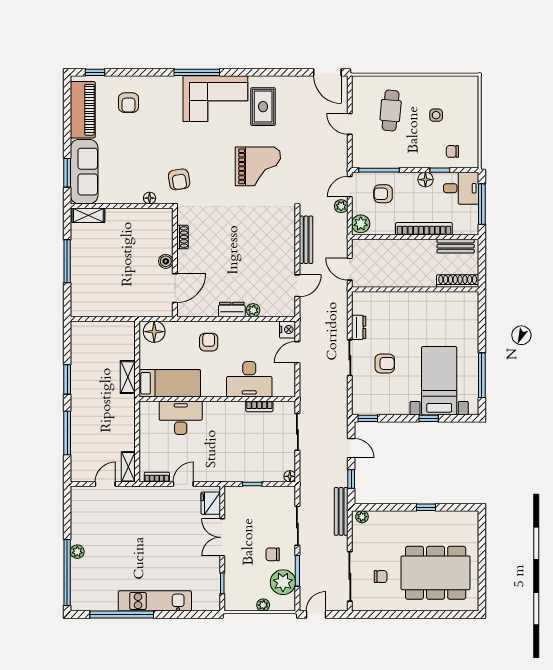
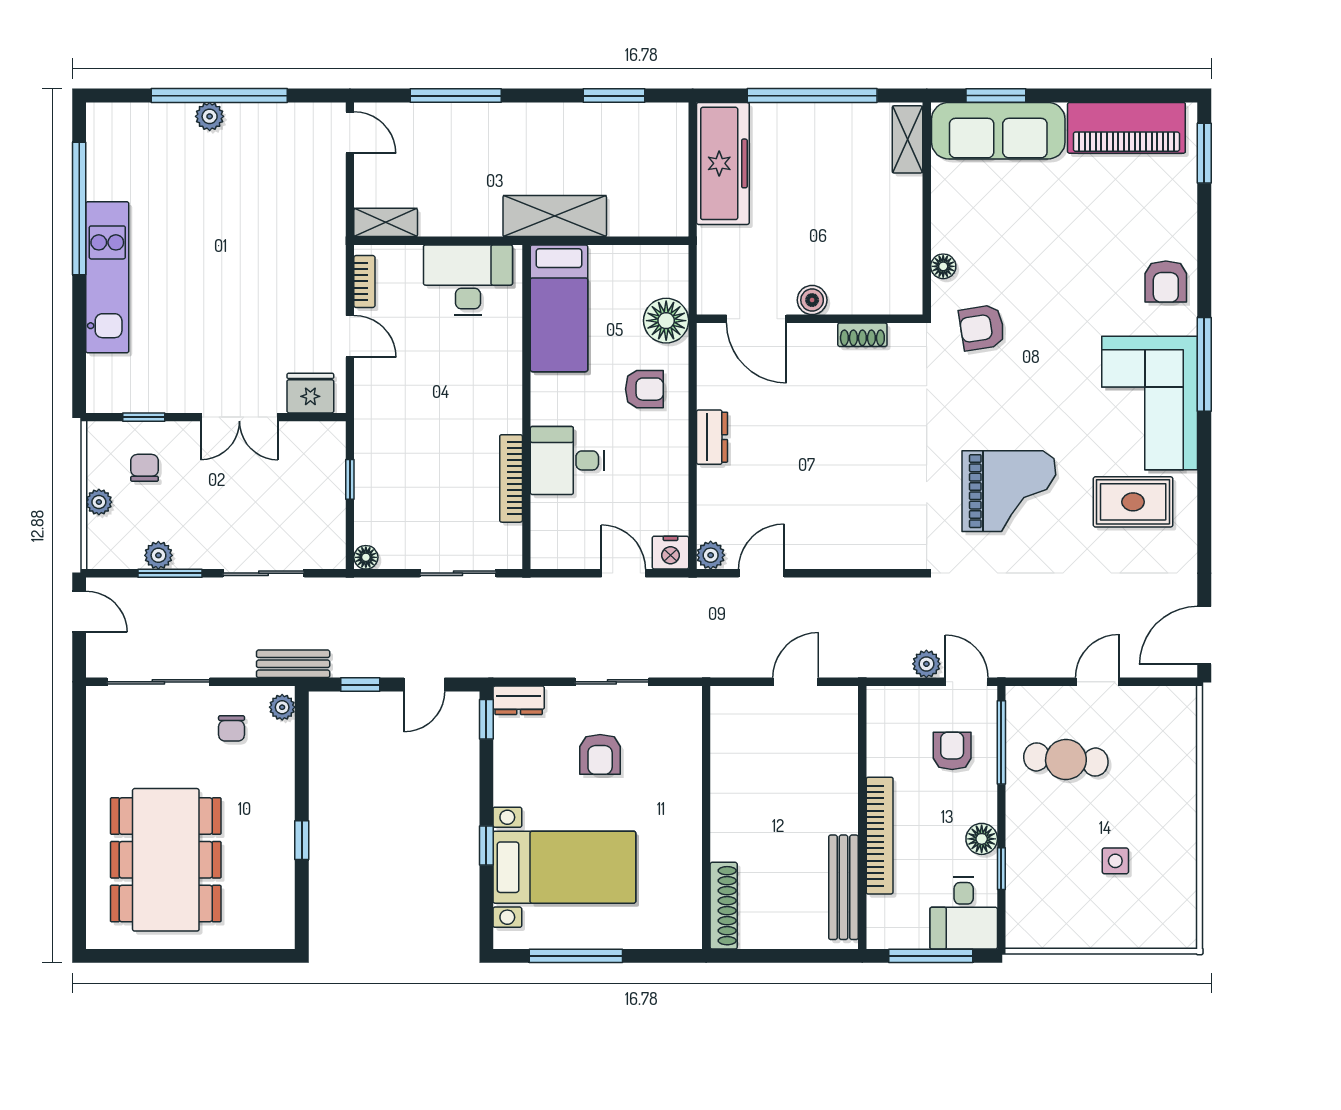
window: (95, 72) -> (1204, 153), width x1.50
armchair: (129, 103) -> (1166, 282), moved, turned -90
cafe table: (391, 111) -> (1066, 759), moved
chair: (452, 151) -> (1040, 895), removed
grand piano: (258, 166) -> (1009, 491), turned -90
plant: (361, 224) -> (890, 705), removed
bench: (306, 240) -> (857, 591), removed
bench: (456, 246) -> (843, 887), width x1.36
window: (67, 261) -> (812, 96), width x1.46
shoe rack: (458, 281) -> (724, 906), moved
door: (297, 286) -> (761, 573), swing flipped
wall: (415, 289) -> (706, 818), moved
freezer: (100, 304) -> (723, 163), added
plant: (253, 310) -> (711, 555), moved
dresser: (359, 327) -> (519, 700), moved
floor lamp: (154, 332) -> (666, 321), moved
shelving: (128, 377) -> (555, 216), width x1.50, depth x1.33
window: (67, 379) -> (614, 96), moved
desk: (249, 379) -> (567, 460), width x0.73
bookcase: (259, 406) -> (511, 478), width x1.56
desk: (181, 418) -> (468, 280), moved, turned -90
door: (105, 484) -> (350, 133), moved
bench: (341, 511) -> (293, 664), width x0.73
double door: (222, 537) -> (239, 417), swing flipped
chair: (273, 554) -> (145, 468), moved
window: (67, 573) -> (219, 96), moved
chair: (381, 577) -> (232, 728), moved
plant: (283, 582) -> (158, 555), width x0.53, depth x0.53

